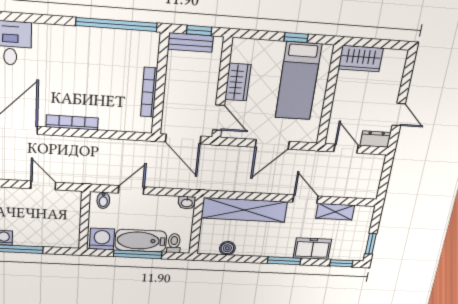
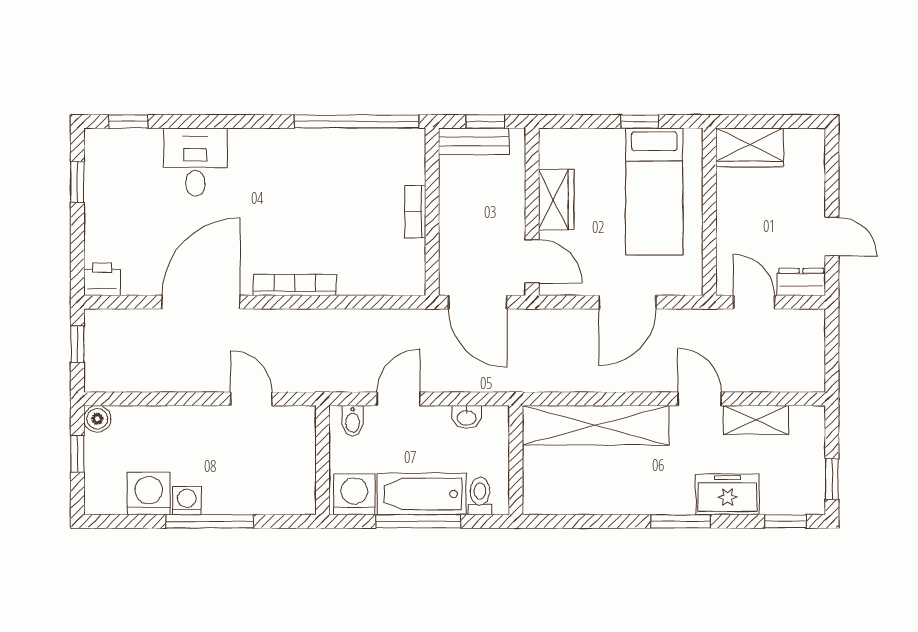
bookcase: (149, 92) -> (415, 212), width x0.64
washbasin: (187, 203) -> (467, 417), moved
boiler: (227, 248) -> (575, 501), removed

